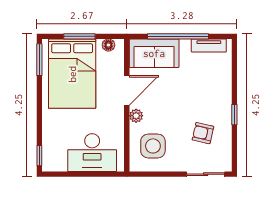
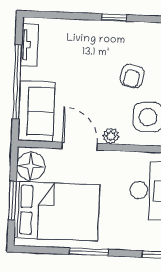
floor lamp: (108, 45) -> (31, 166), width x1.89, depth x1.89
window: (39, 60) -> (89, 252), moved
armchair: (203, 133) -> (132, 76), moved

